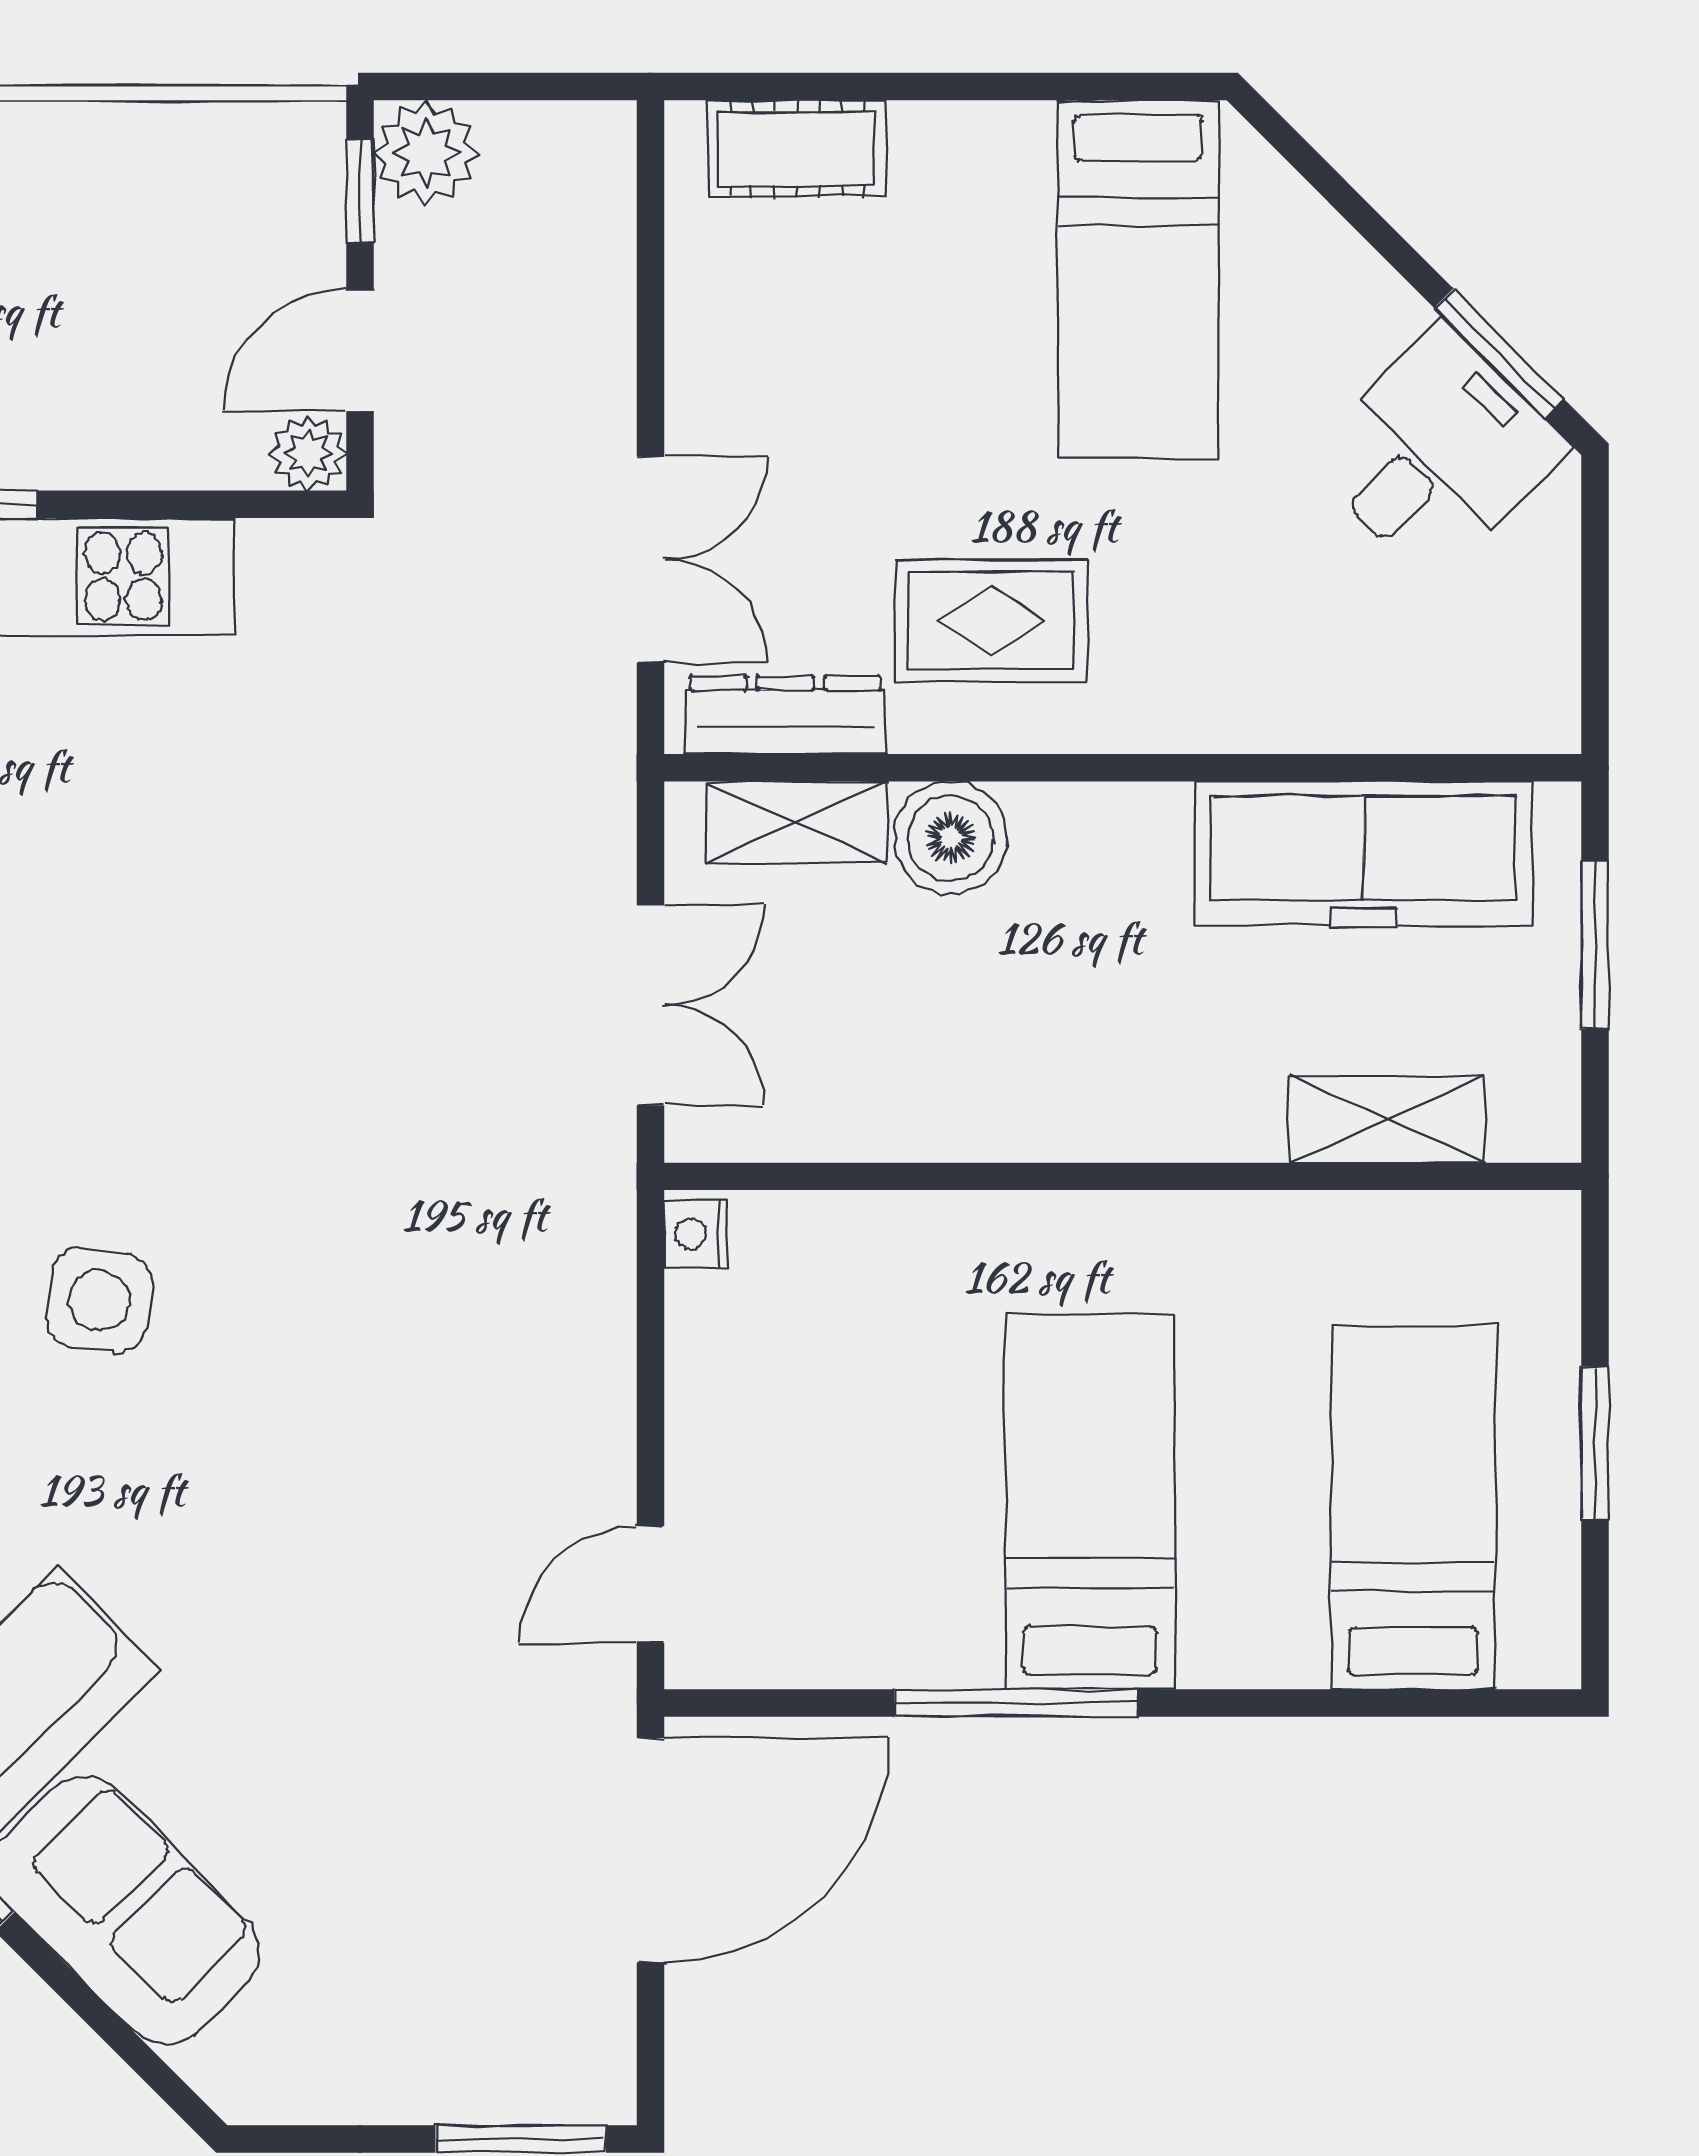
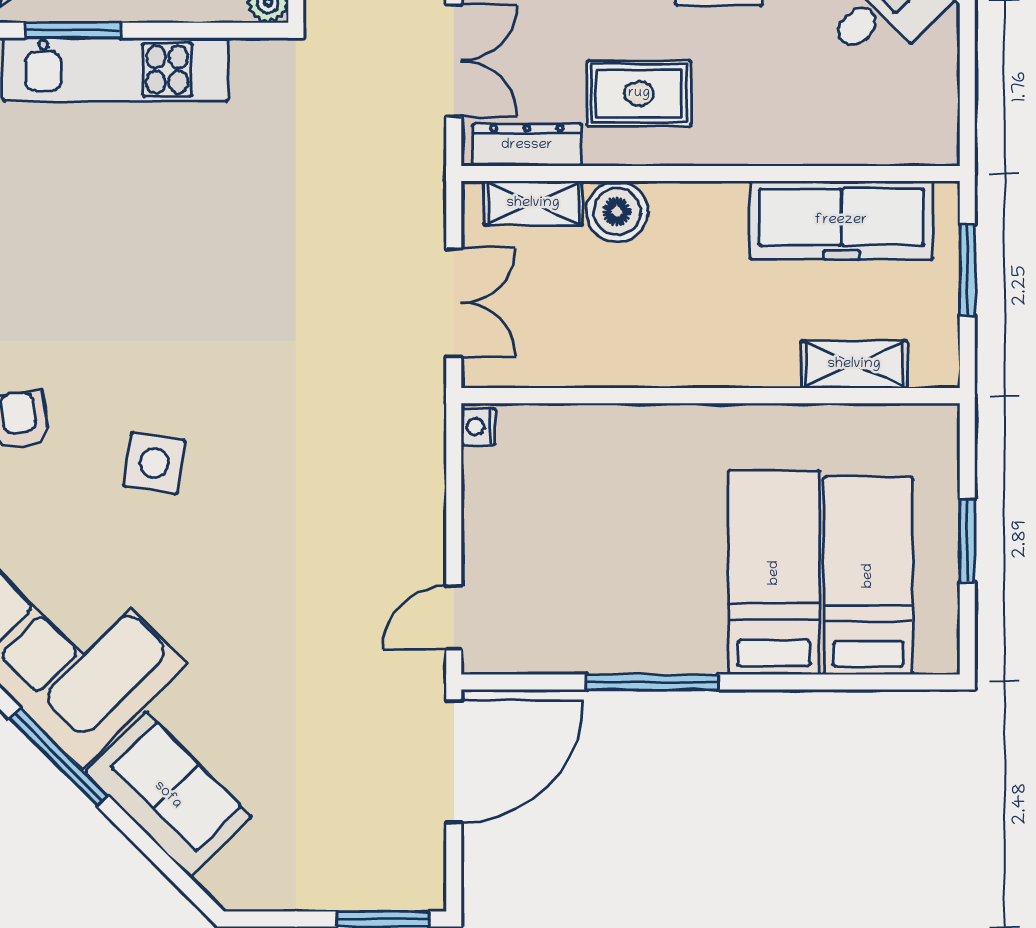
bed: (1090, 1502) -> (774, 573), moved

